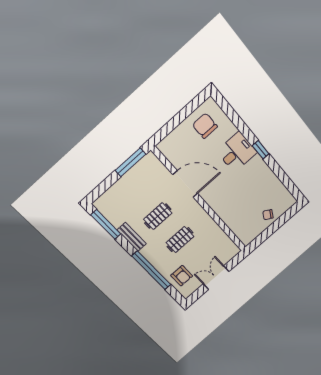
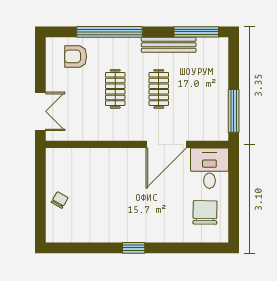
chair: (205, 126) -> (205, 212), turned -89
desk: (237, 152) -> (209, 168), moved, turned 180
bench: (132, 237) -> (169, 45), width x1.36
double door: (216, 278) -> (40, 111), moved

